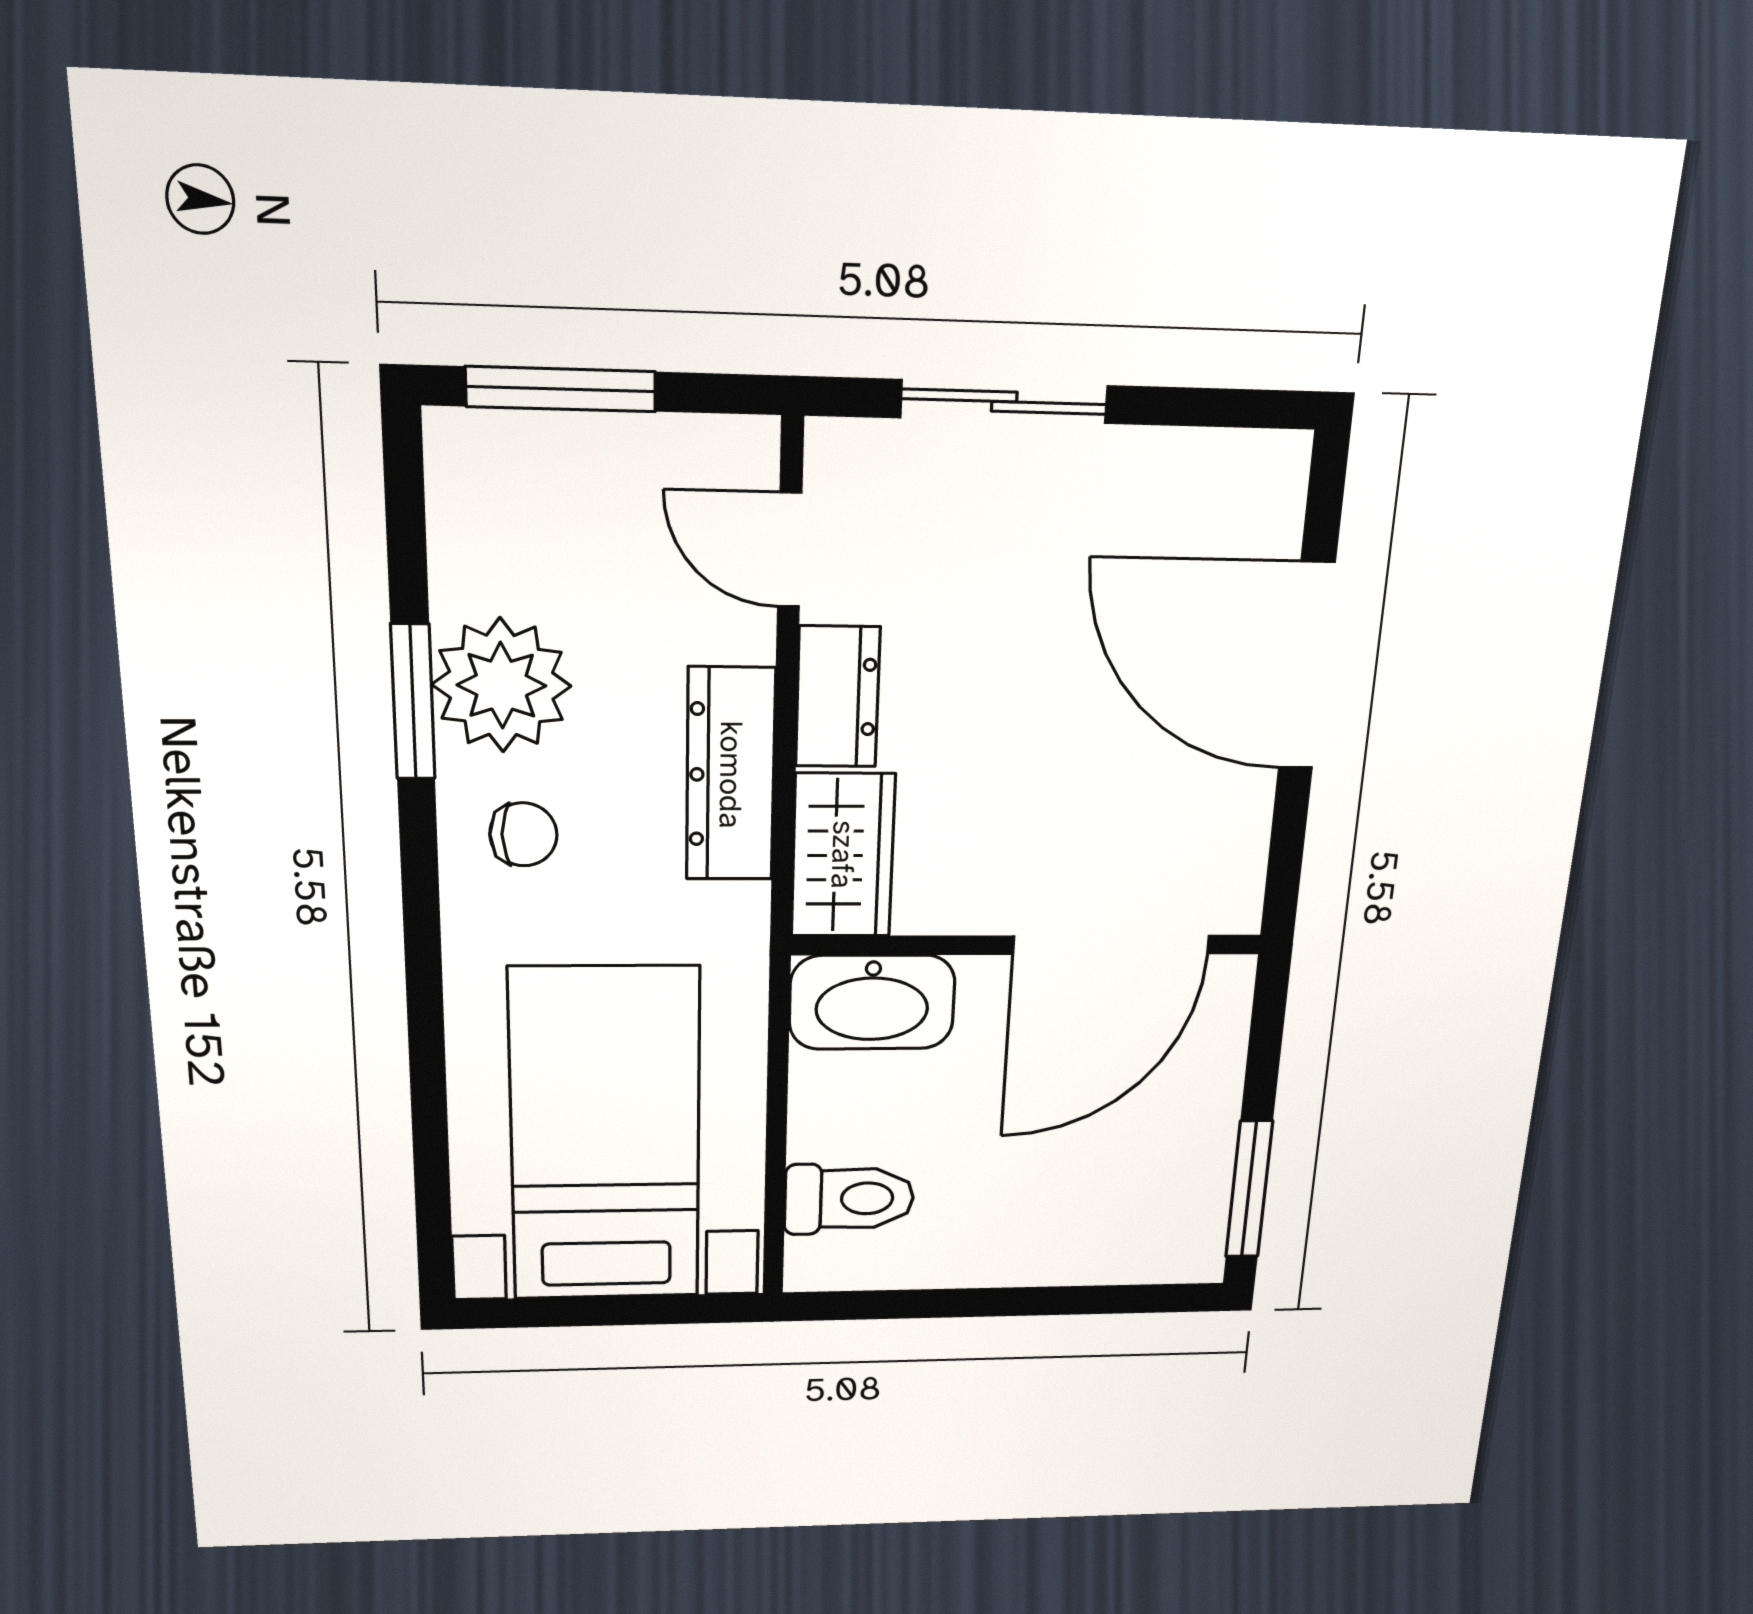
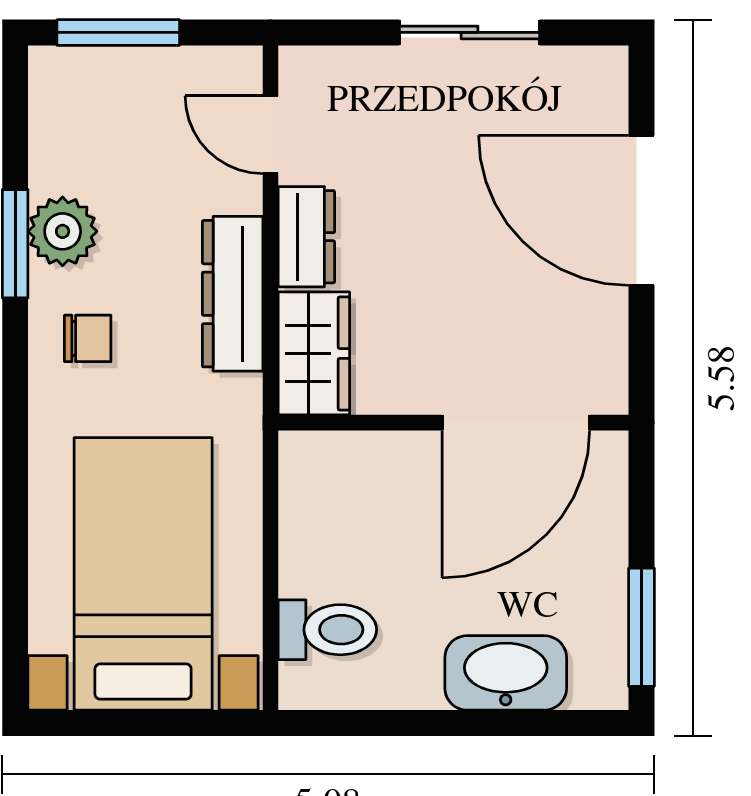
sliding door: (1004, 402) -> (470, 32), moved
plant: (502, 685) -> (63, 231), width x0.73, depth x0.73
washbasin: (872, 1002) -> (506, 673), moved, turned 180

